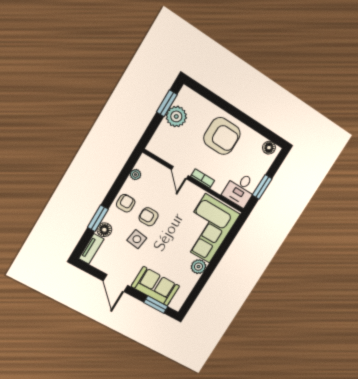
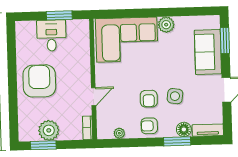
floor lamp: (269, 148) -> (22, 33), removed
bookcase: (203, 179) -> (88, 128), moved
desk: (240, 189) -> (51, 36), moved, turned -90

